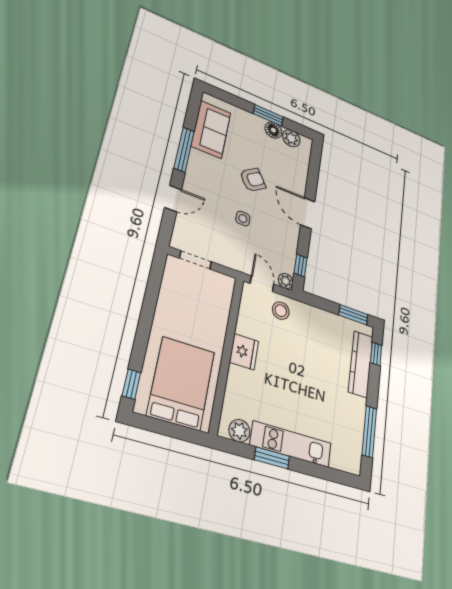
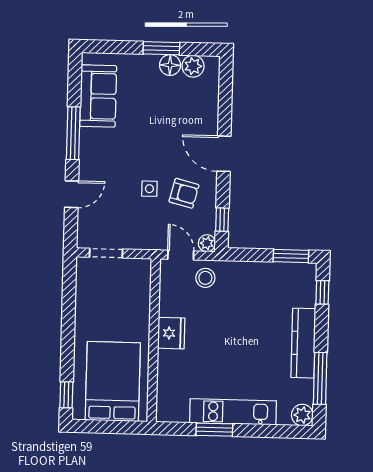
armchair: (253, 180) -> (184, 193), moved, turned 48
kitchen counter: (361, 364) -> (303, 343), moved
plant: (239, 431) -> (302, 415), moved

